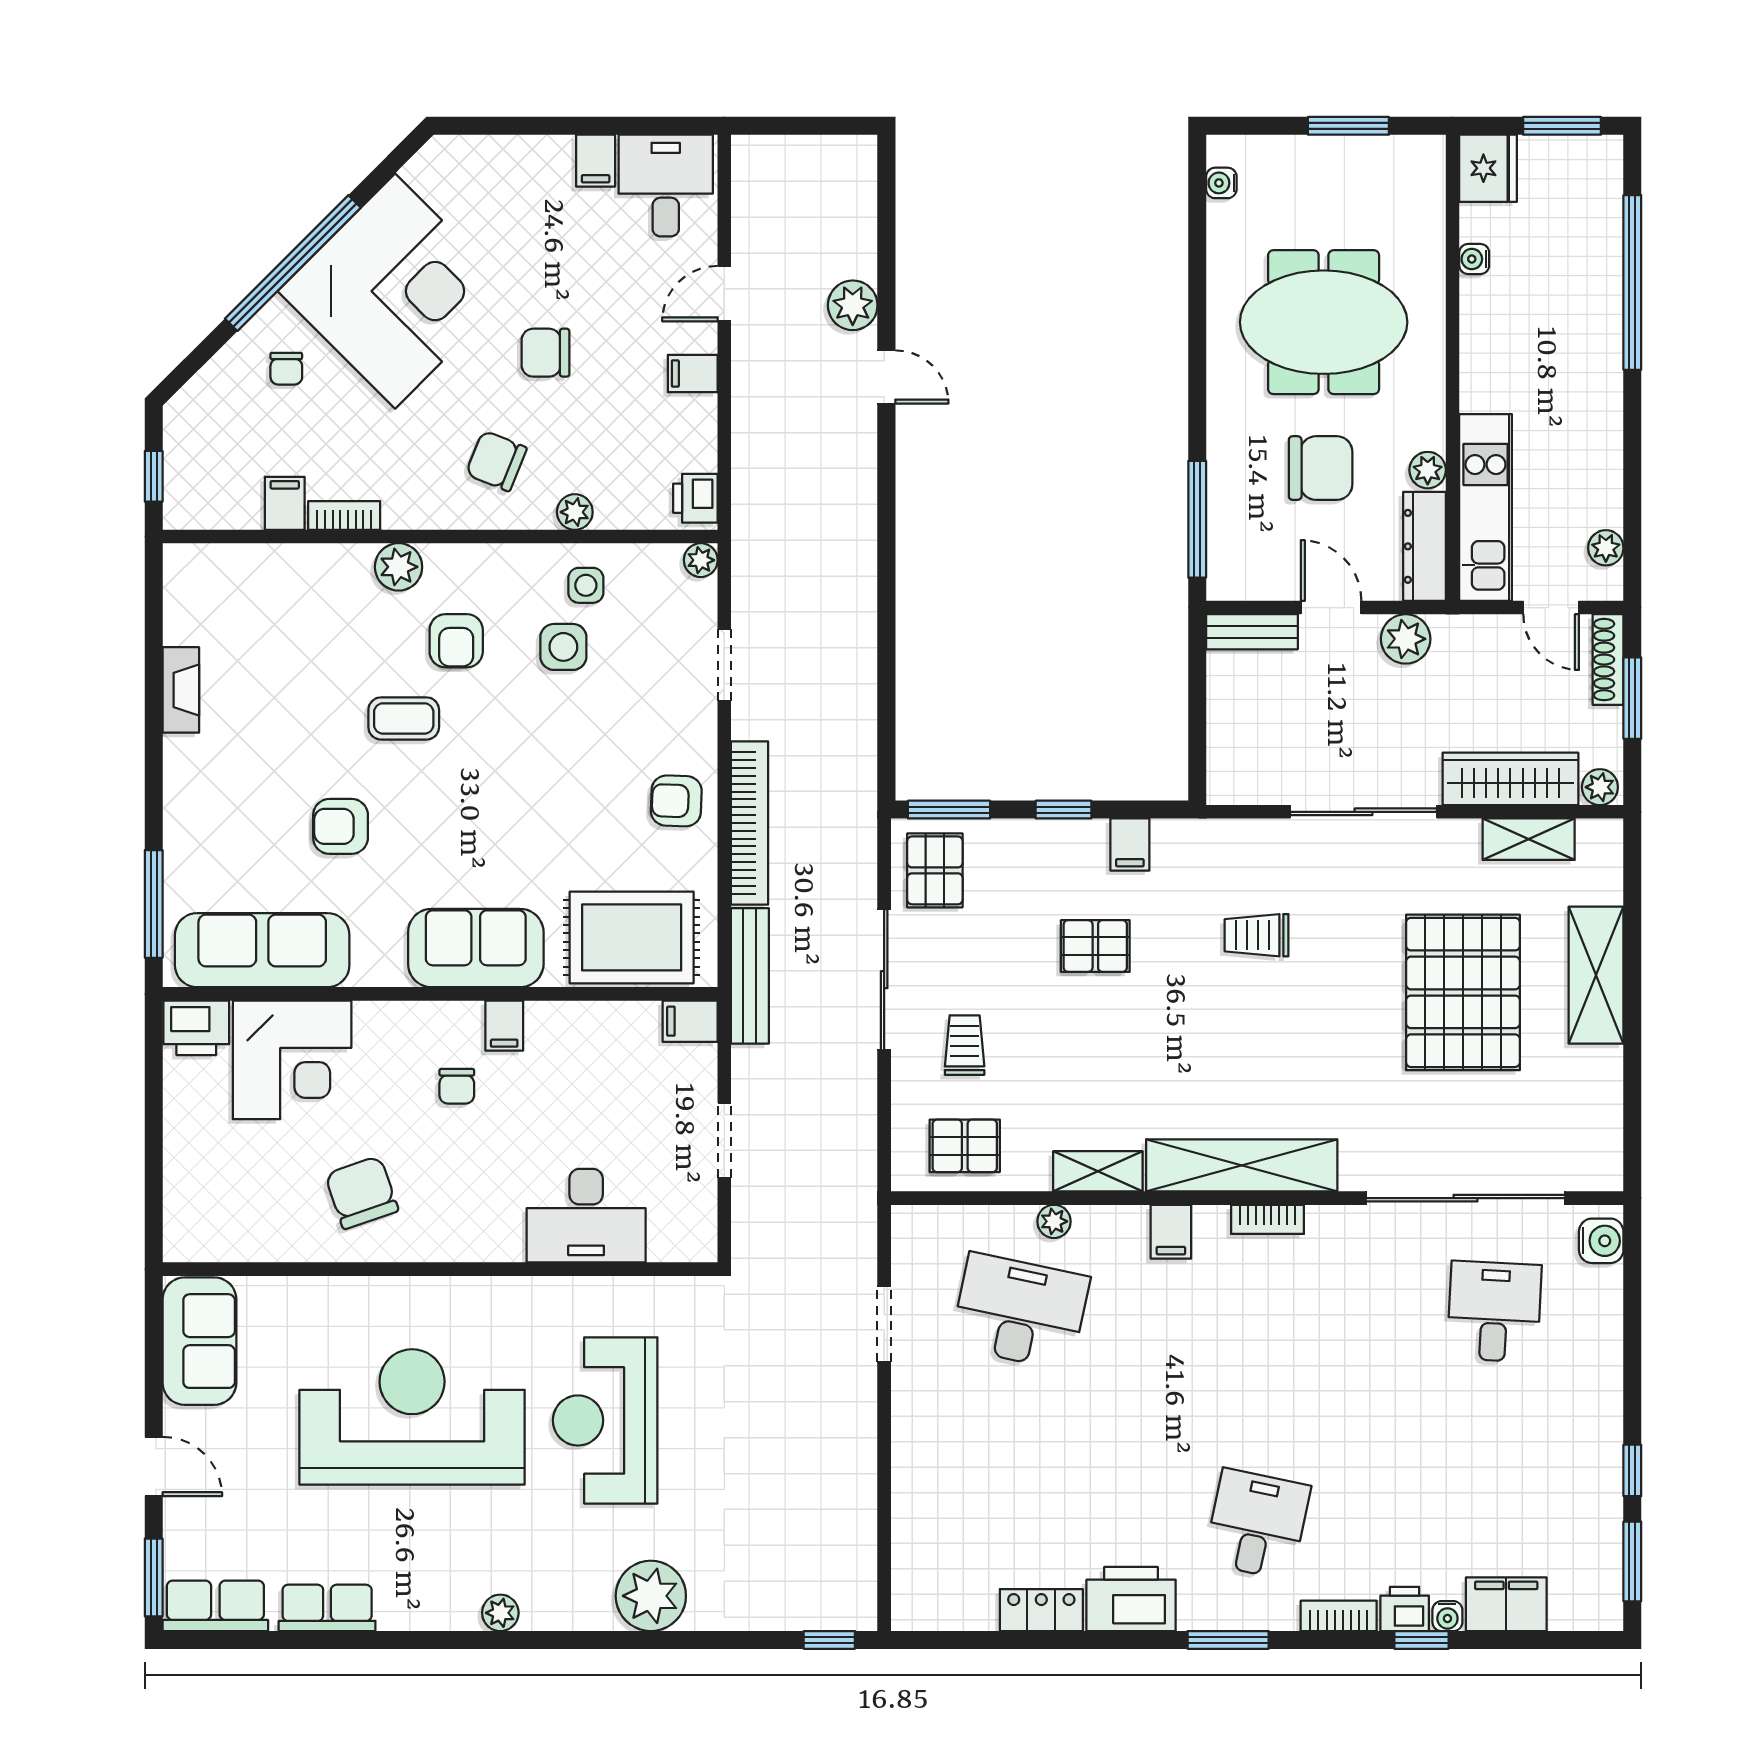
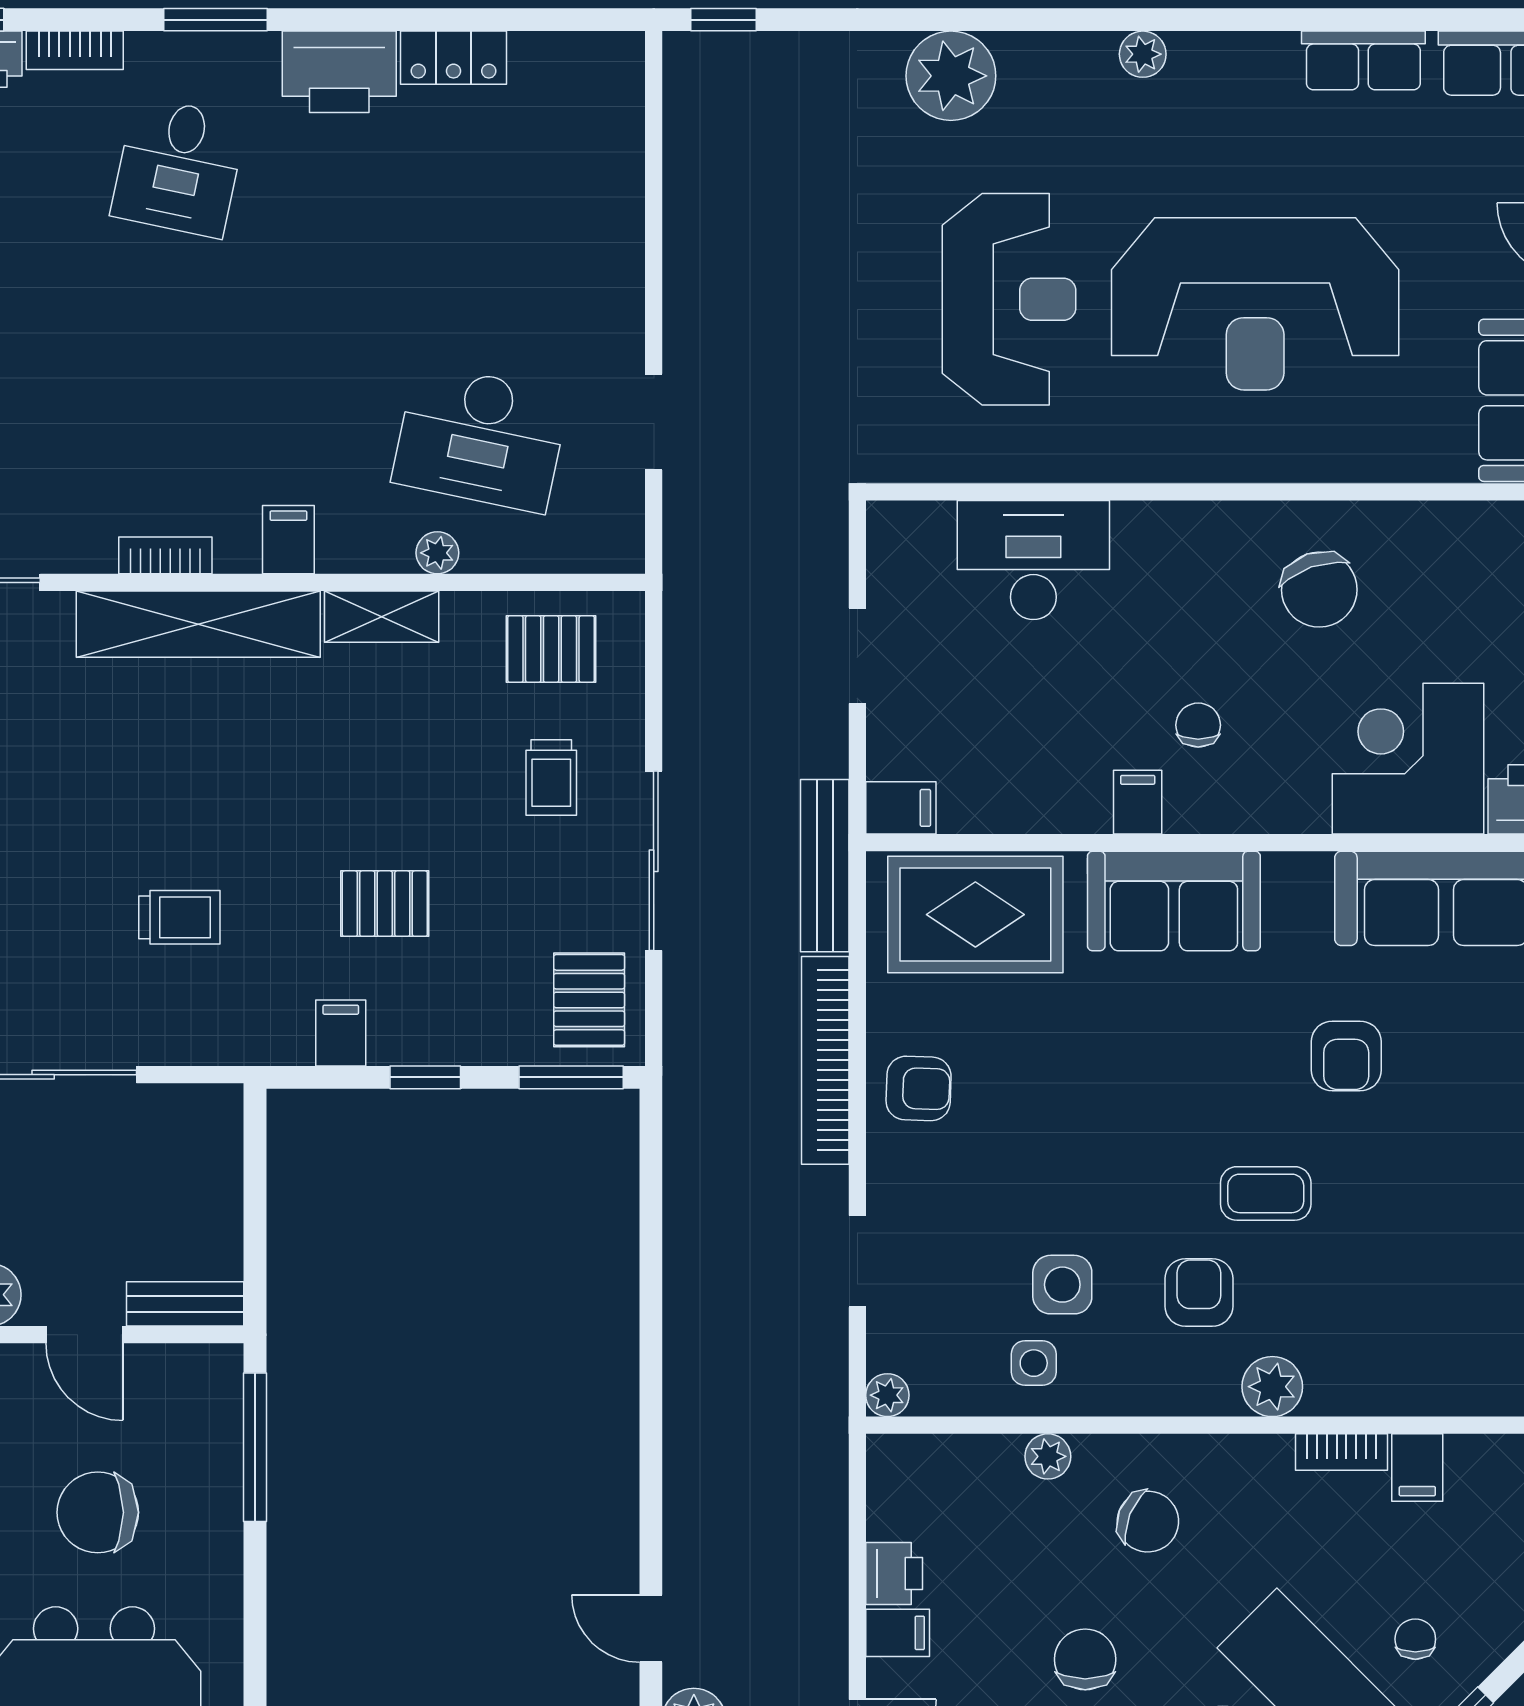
chair: (545, 353) -> (1085, 1659), turned -90
printer: (695, 498) -> (894, 1573), moved
armchair: (341, 826) -> (1346, 1056), turned 90

